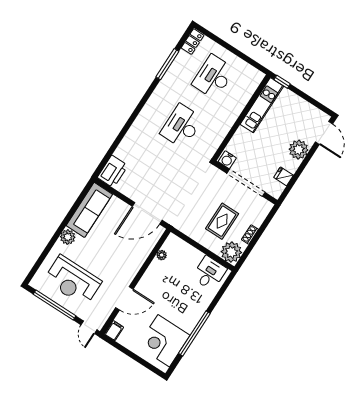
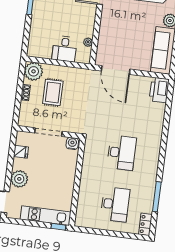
kitchen unit: (262, 105) -> (46, 216), moved, turned 90
doorway: (246, 183) -> (48, 132), width x0.73
door: (147, 213) -> (116, 70), swing flipped
desk: (209, 273) -> (65, 49), moved

